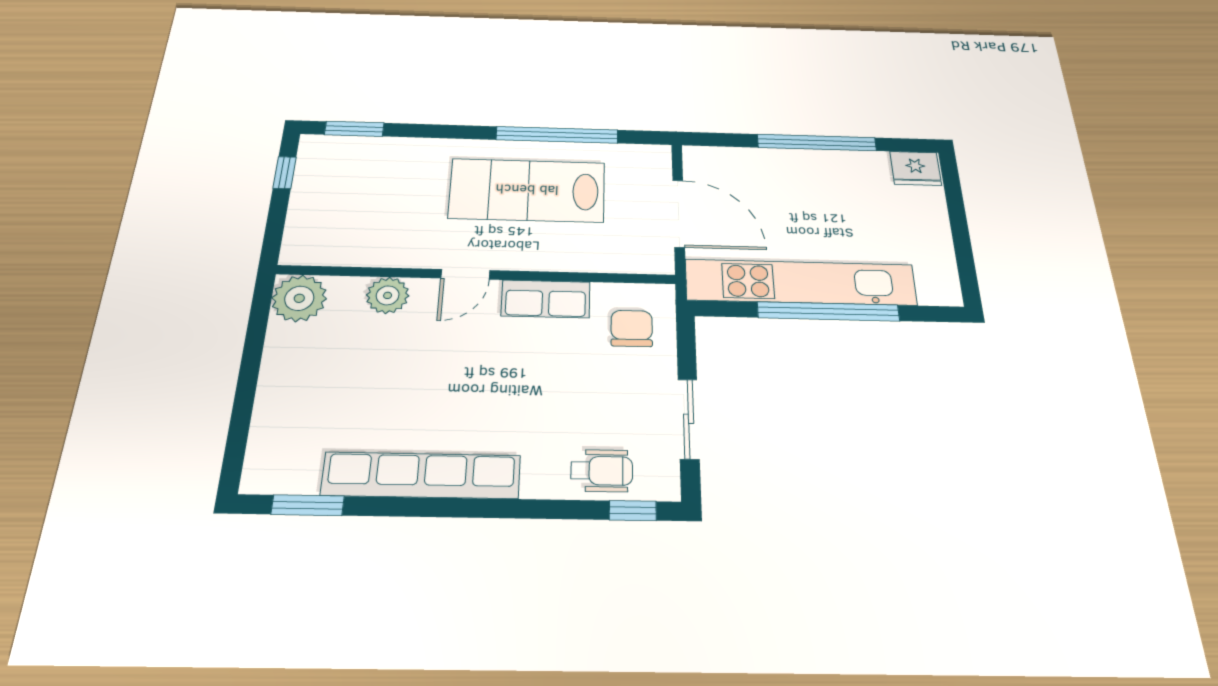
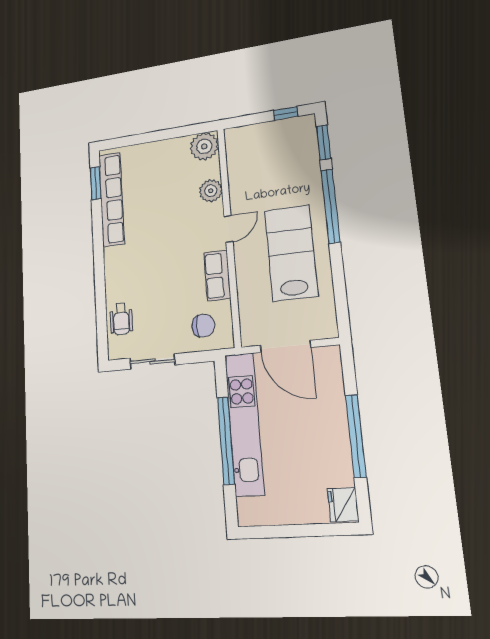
window: (557, 135) -> (331, 206), moved
door: (679, 214) -> (285, 346), hinge flipped
door: (465, 274) -> (228, 229), swing flipped
row of seats: (421, 475) -> (112, 199), moved
window: (633, 511) -> (102, 337), removed

